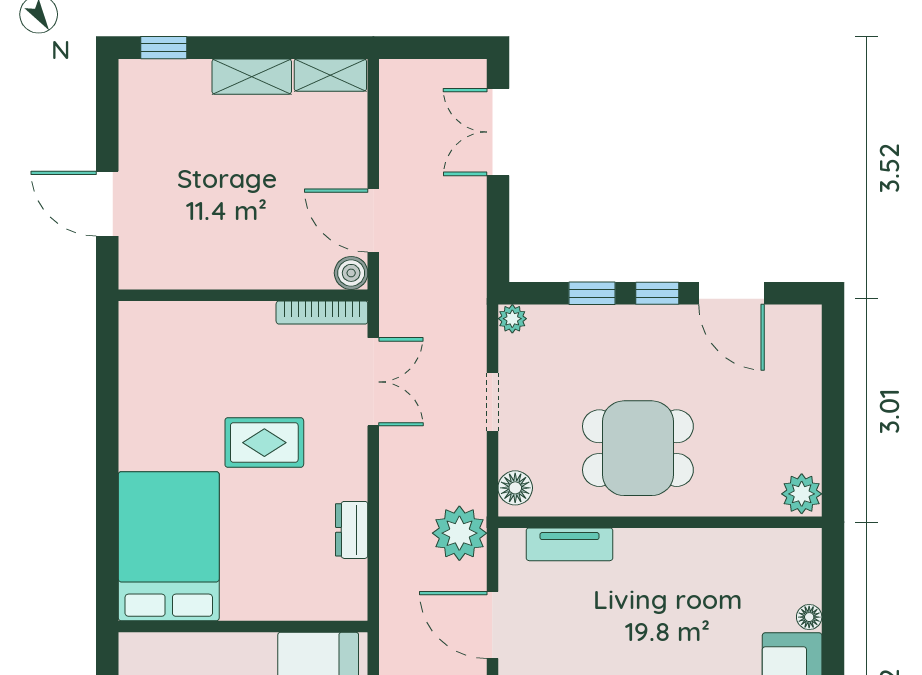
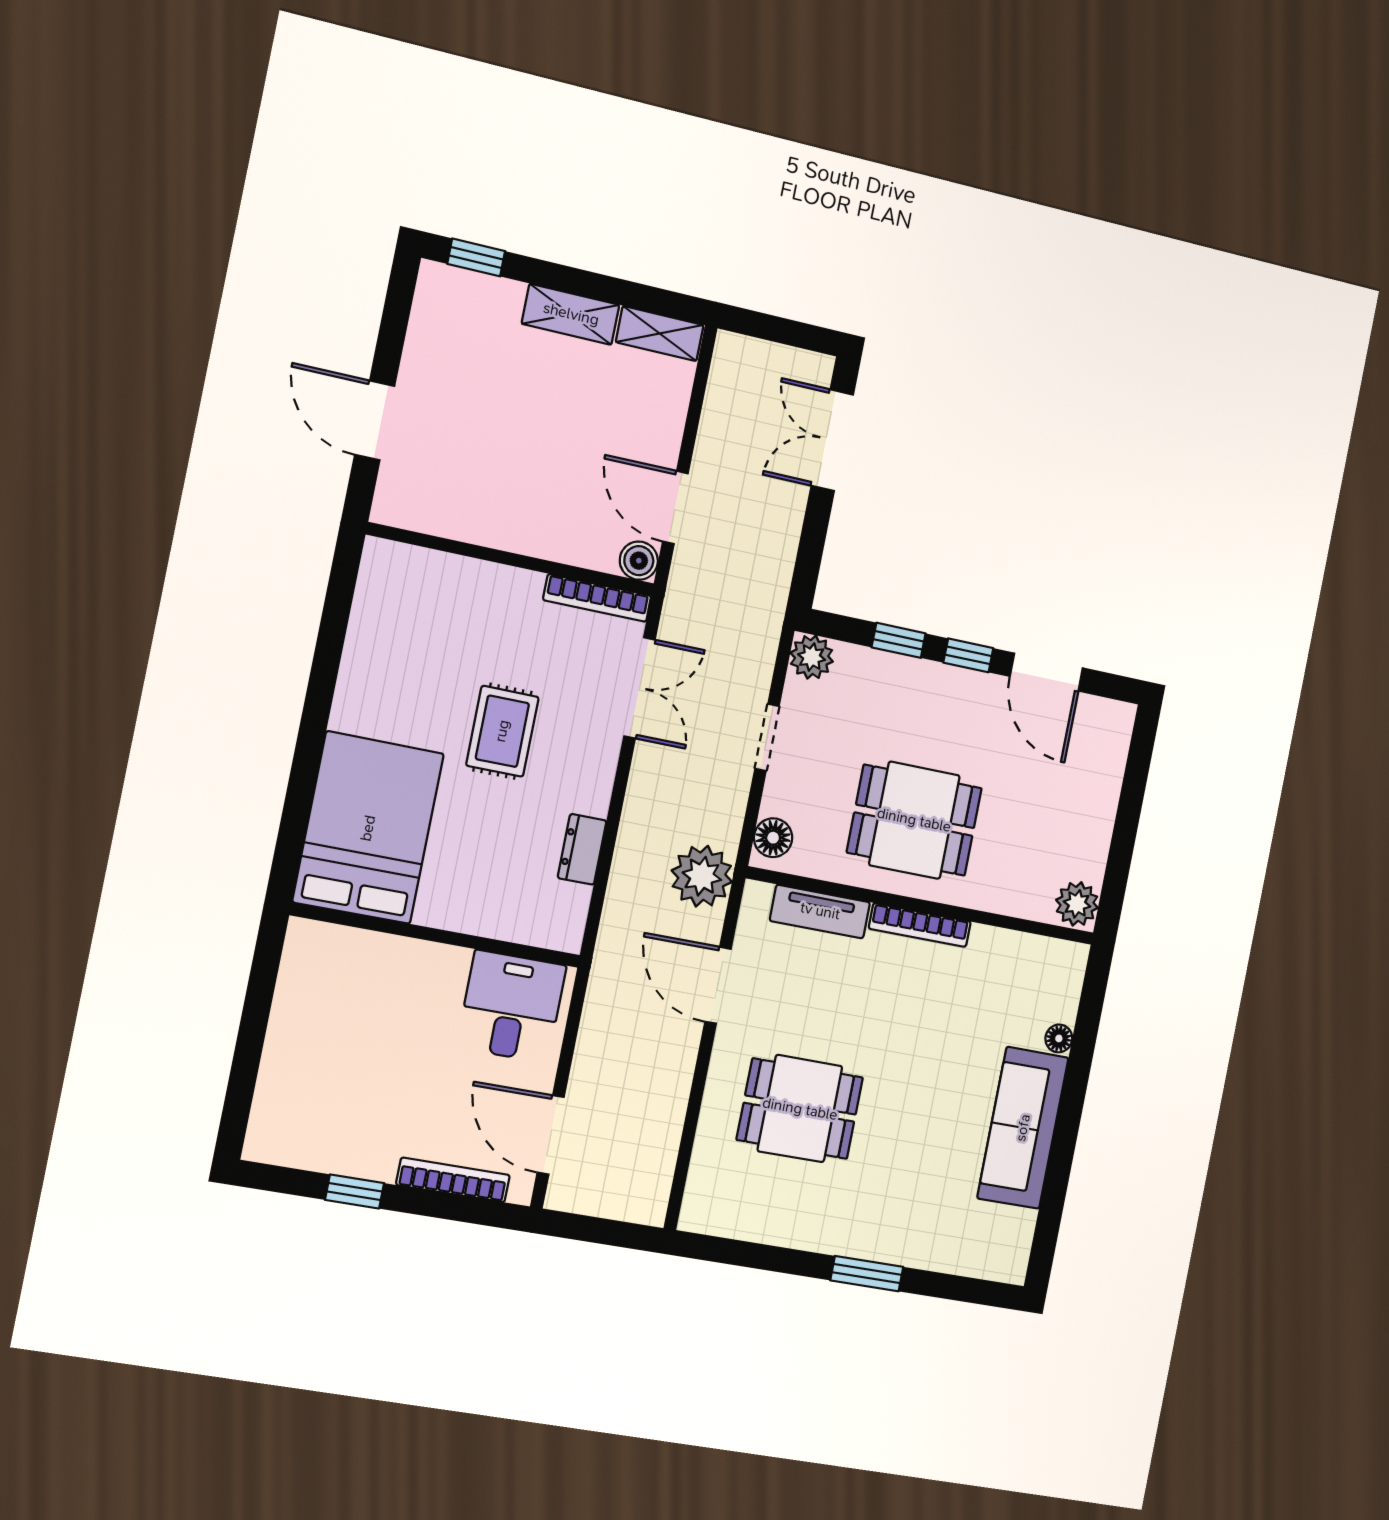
plant: (512, 319) -> (812, 657), width x1.38, depth x1.38
rug: (264, 443) -> (502, 731), turned 90
bookcase: (661, 540) -> (920, 925), added

